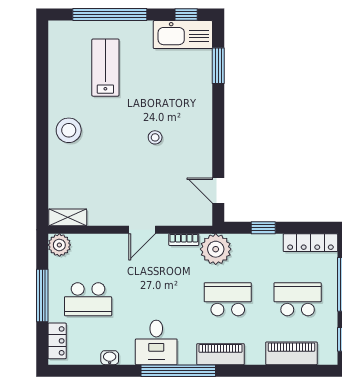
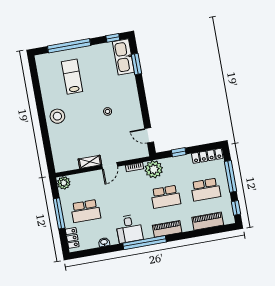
kitchen sink: (183, 35) -> (123, 57), moved, turned 90
shelving: (68, 217) -> (90, 162), moved
school desk: (228, 299) -> (166, 197), turned 180
school desk: (298, 299) -> (206, 190), turned 180

